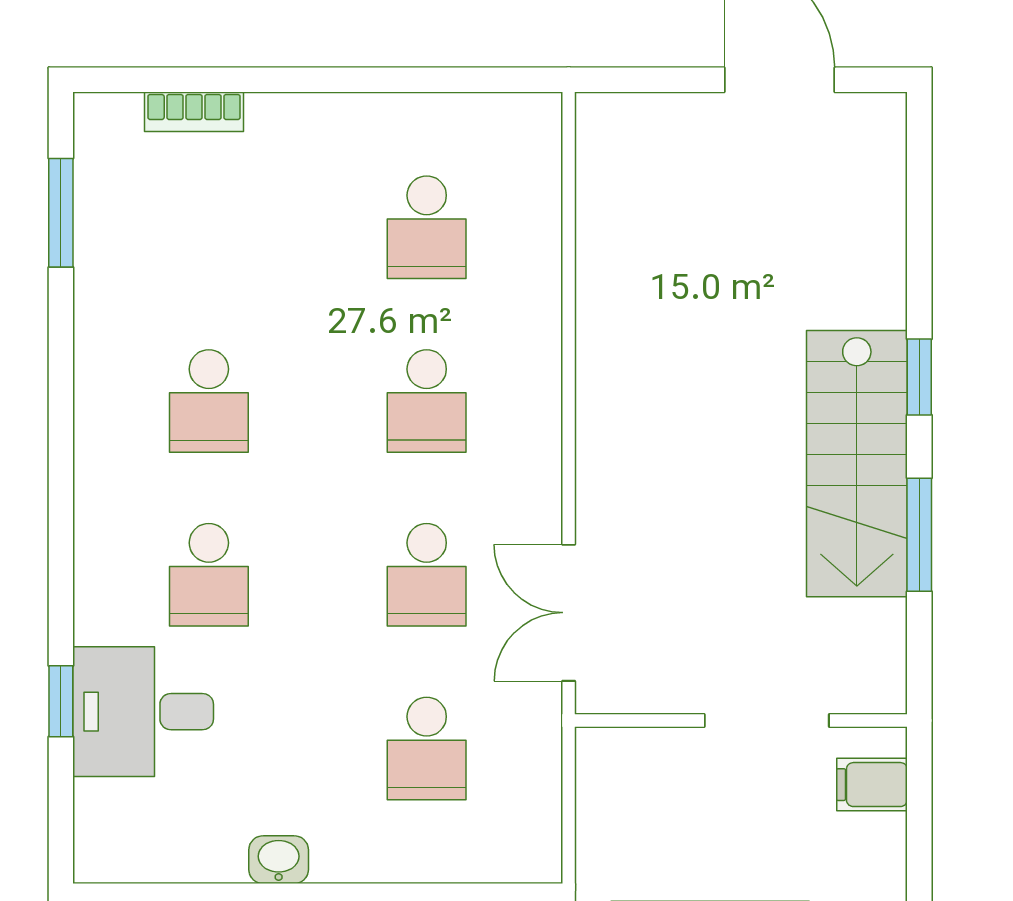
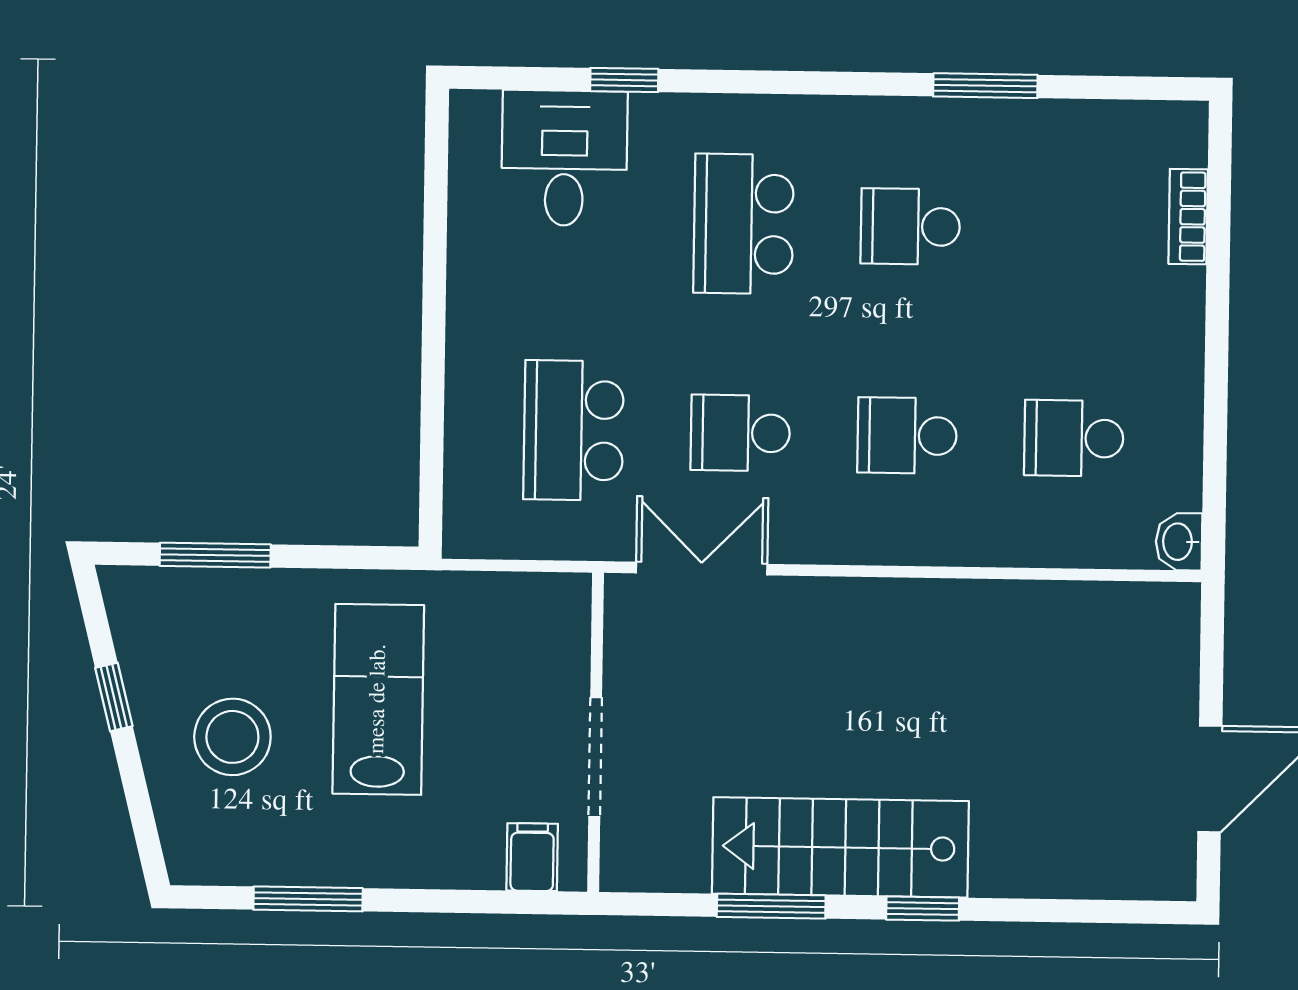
window: (61, 213) -> (985, 86), moved
school desk: (209, 575) -> (744, 224), width x1.85
desk: (143, 712) -> (564, 158), moved
school desk: (427, 748) -> (574, 430), width x1.85
washbasin: (279, 860) -> (1179, 542), moved, turned 180

